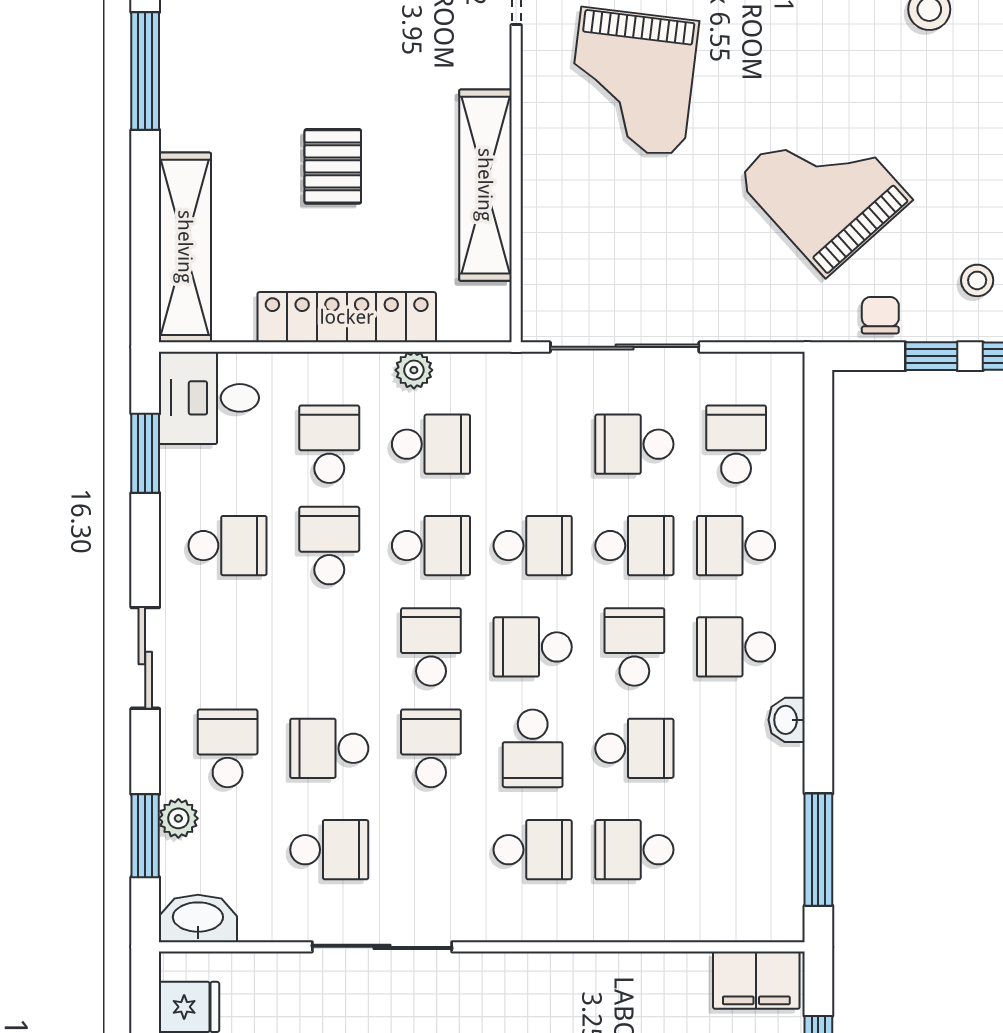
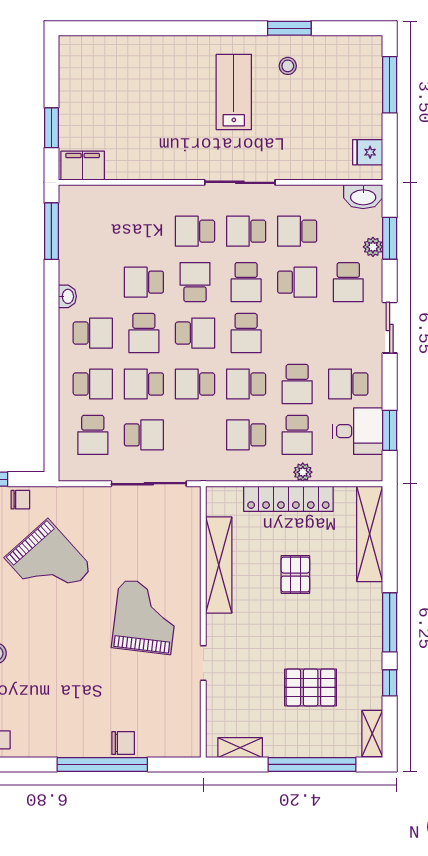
chair: (880, 315) -> (20, 500), turned -90
plant: (414, 370) -> (303, 472), moved
desk: (209, 398) -> (358, 431), moved
school desk: (634, 850) -> (246, 231), moved, turned 180
sliding door: (382, 947) -> (240, 182), moved

